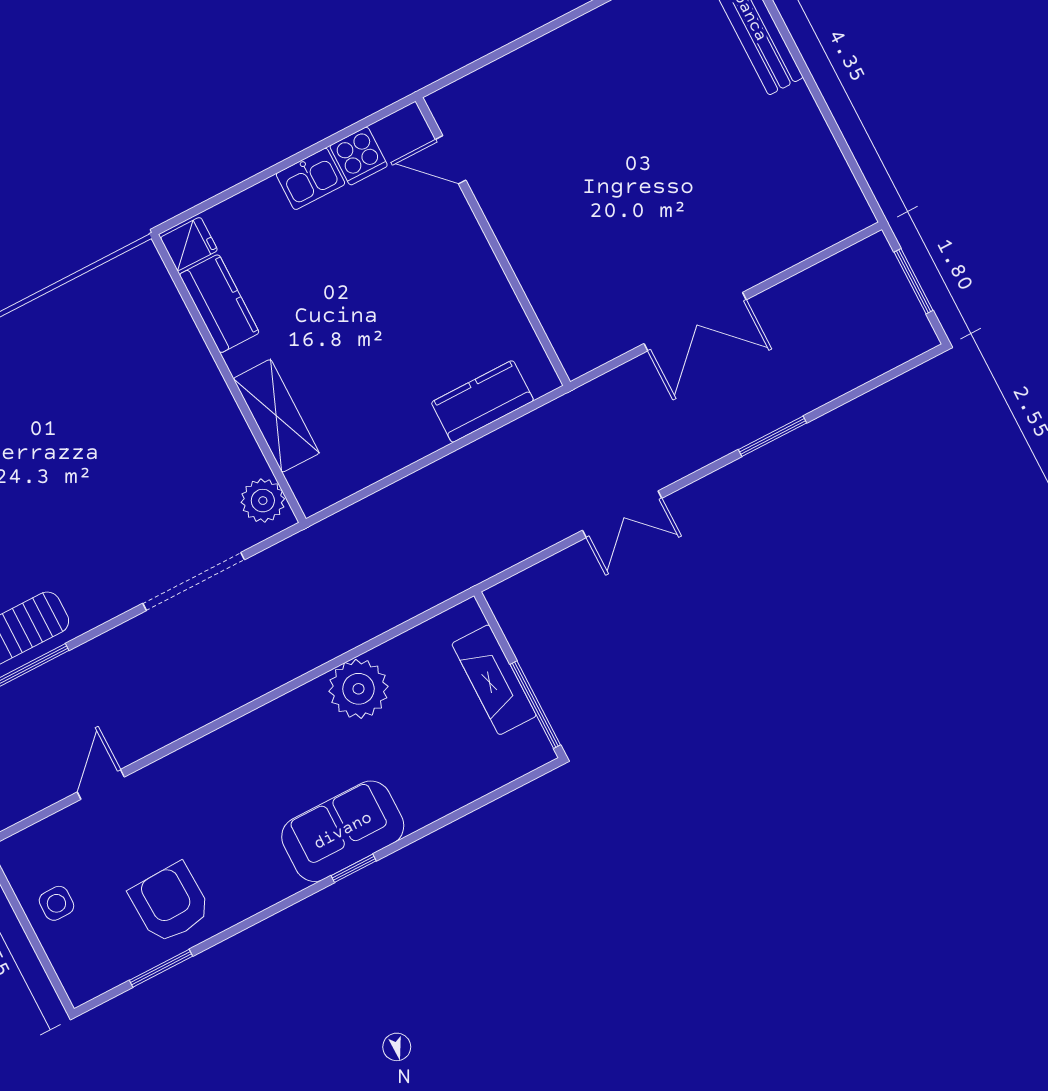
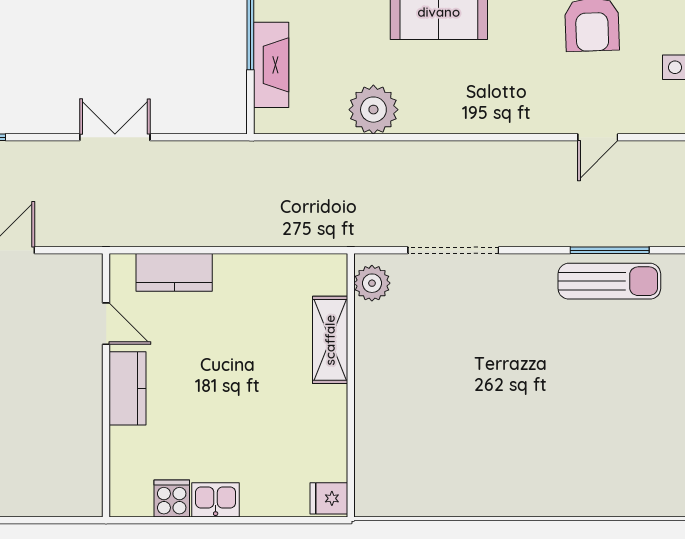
door: (451, 160) -> (106, 324), moved
kitchen counter: (219, 304) -> (128, 388), moved, turned 180

